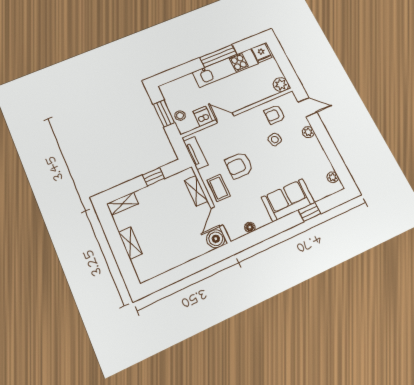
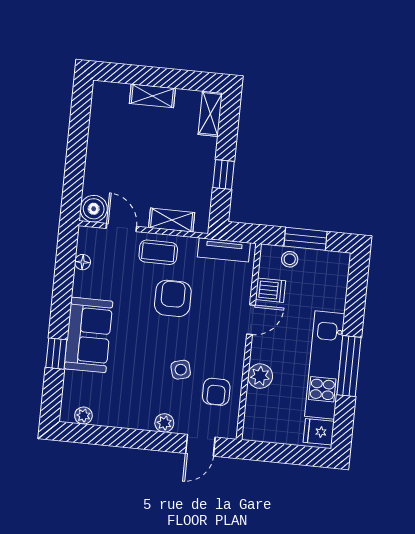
plant: (281, 85) -> (260, 376), moved
armchair: (275, 115) -> (216, 392), turned 180

